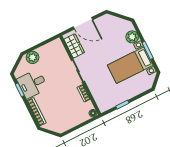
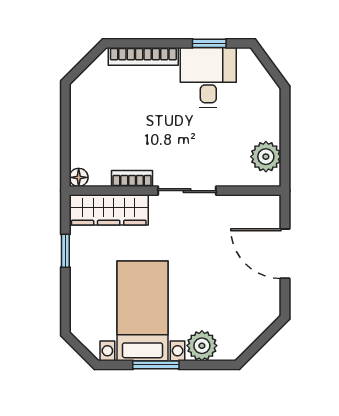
door: (83, 23) -> (285, 254), hinge flipped
wardrobe: (74, 46) -> (109, 210), moved, width x1.50
plant: (33, 57) -> (266, 157), moved

